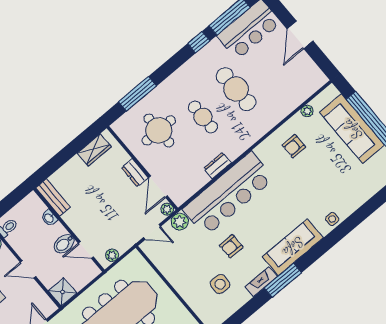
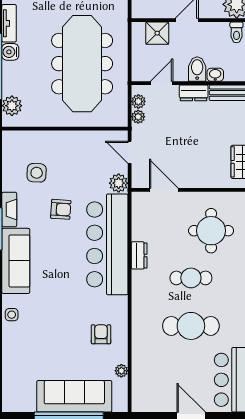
dresser: (135, 173) -> (194, 93), moved, turned 180
plant: (167, 209) -> (138, 117), moved
door: (152, 232) -> (130, 152), hinge flipped
bidet: (64, 244) -> (197, 69), moved
armchair: (231, 246) -> (61, 209), turned 94
shower: (62, 292) -> (157, 33), moved

